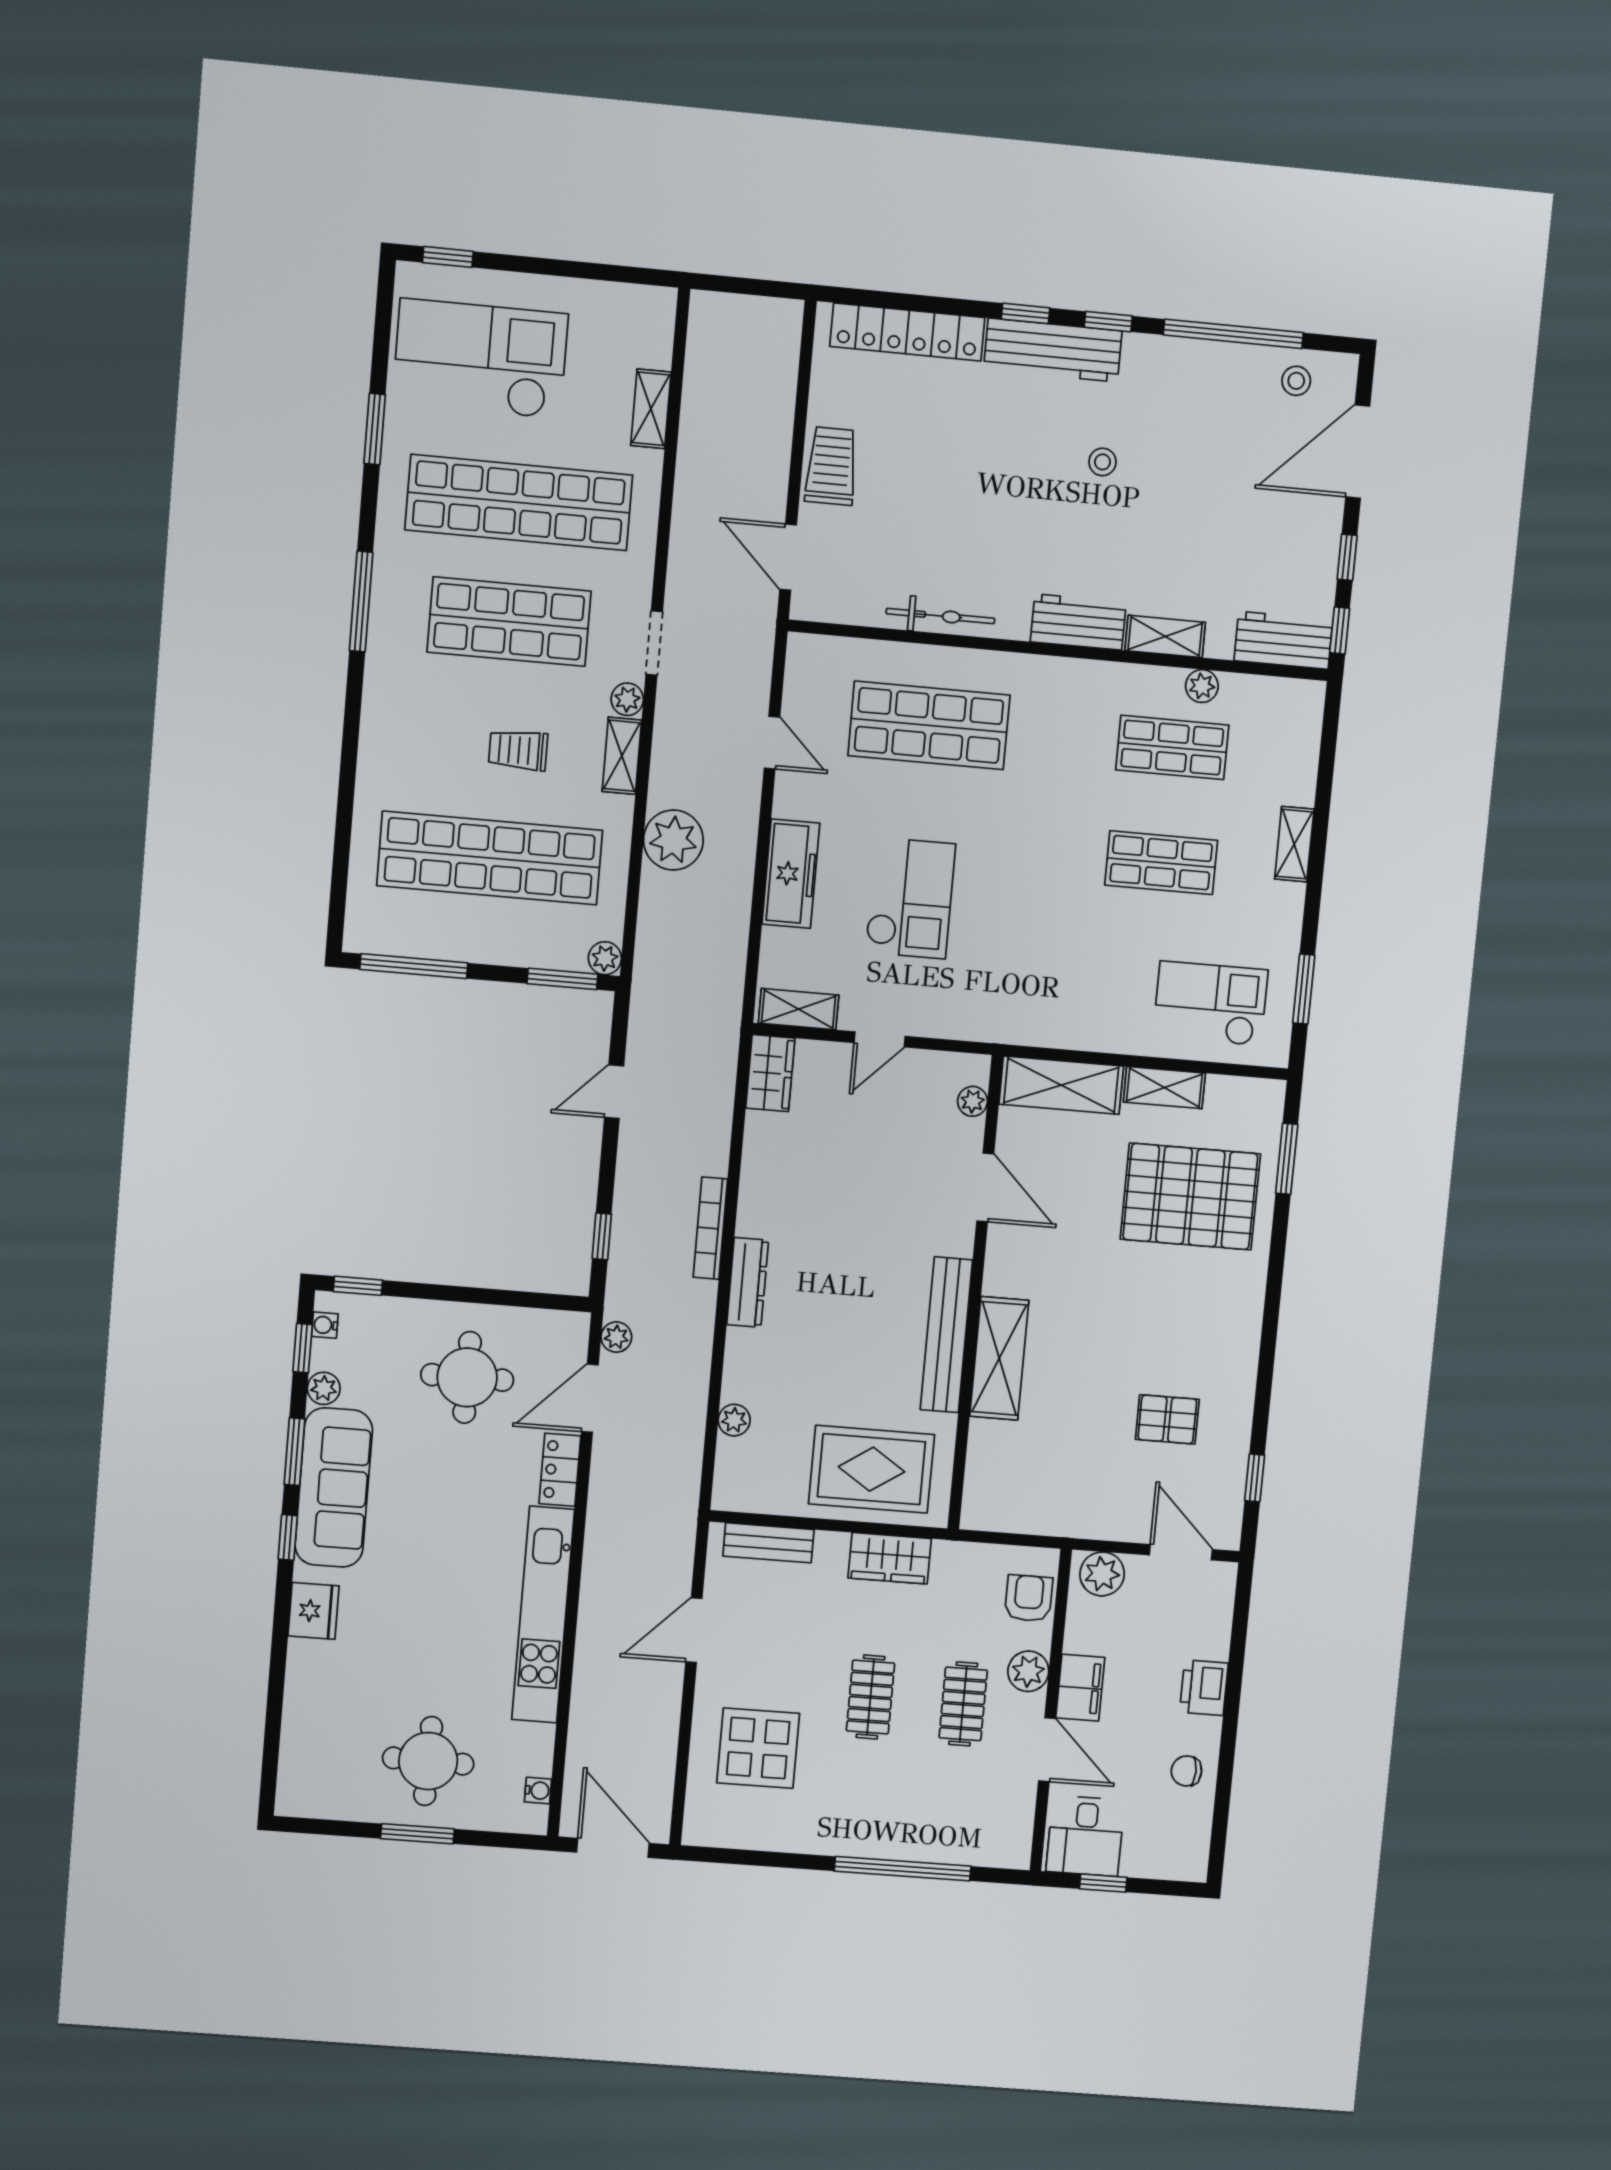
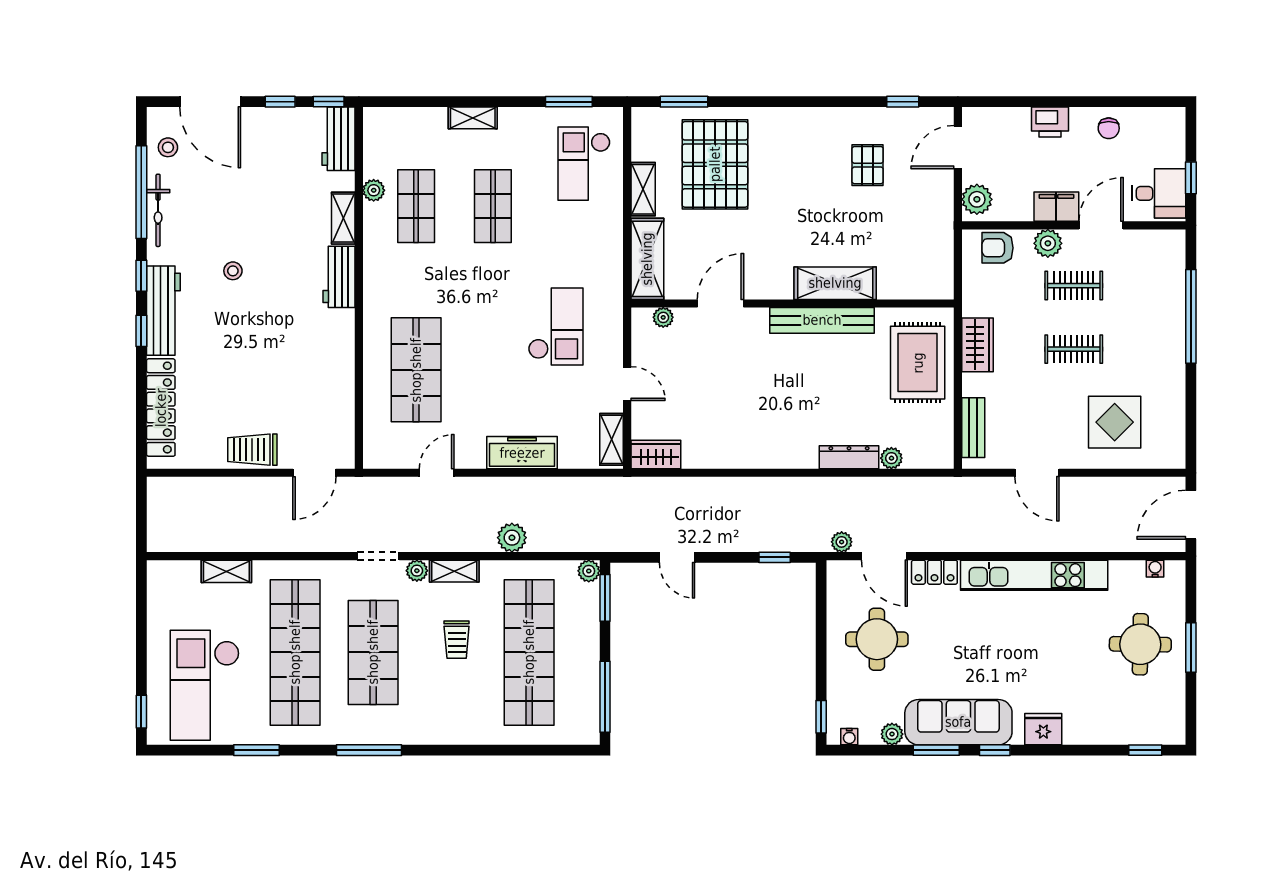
bicycle: (940, 616) -> (158, 210), moved, turned 180
plant: (673, 840) -> (512, 538), width x0.73, depth x0.73
checkout: (910, 898) -> (556, 326), moved, turned 90
bookcase: (710, 1228) -> (763, 485), removed
dresser: (748, 1282) -> (849, 457), moved
window: (303, 1348) -> (1145, 750), moved

